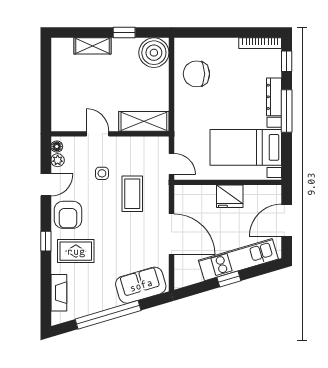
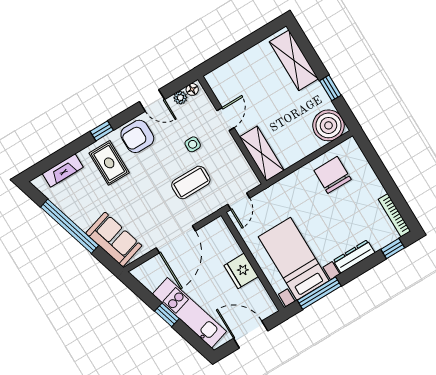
shelving: (93, 46) -> (294, 60), width x1.50, depth x1.33
window: (287, 111) -> (319, 293), moved

